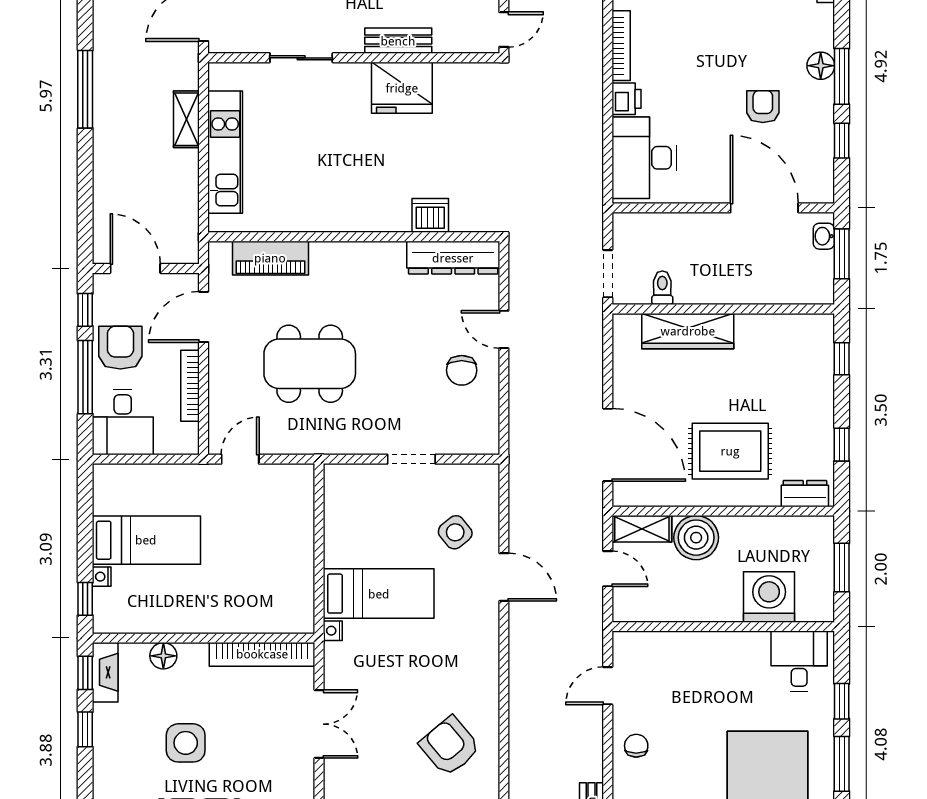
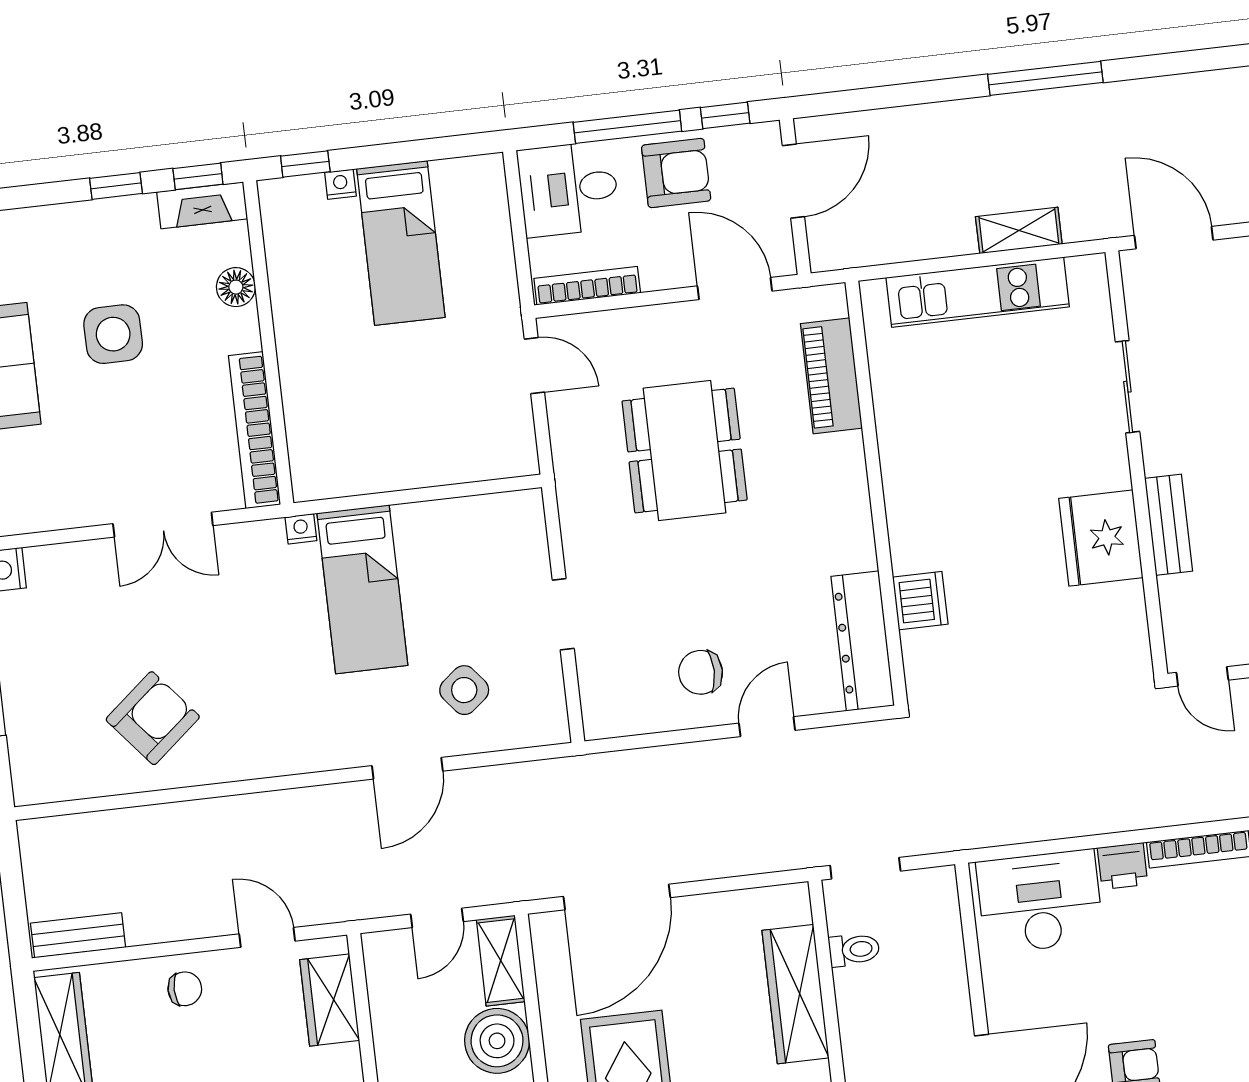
bookcase: (190, 386) -> (587, 286), moved
wardrobe: (655, 648) -> (330, 1000), added

